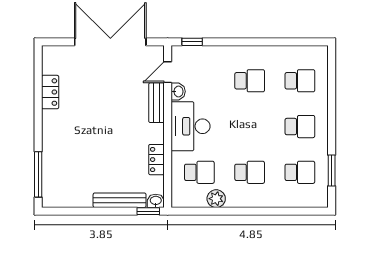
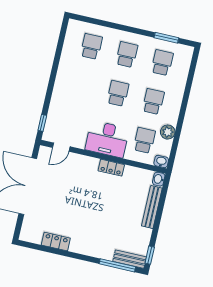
door: (168, 72) -> (61, 147), hinge flipped
school desk: (250, 81) -> (118, 93), moved
washbasin: (178, 91) -> (161, 162), moved
bench: (157, 103) -> (130, 259), moved
locker: (156, 160) -> (111, 168), moved
window: (148, 211) -> (150, 255), moved

